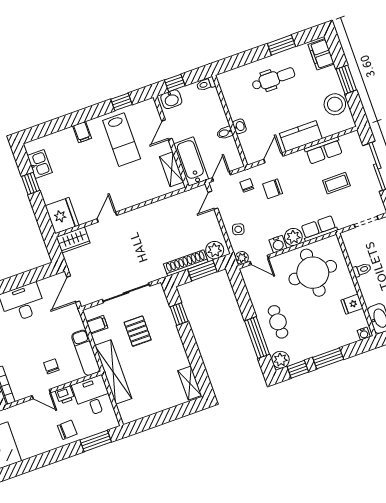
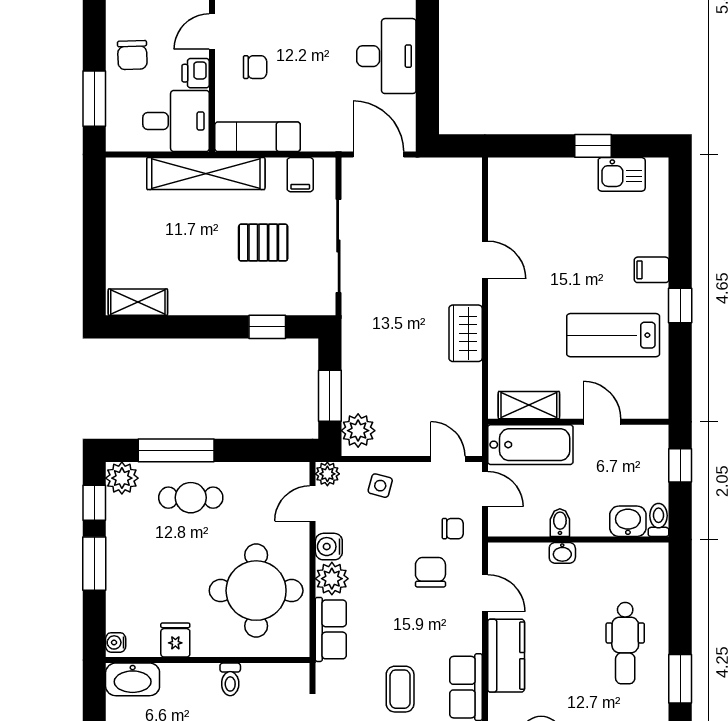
washbasin: (171, 99) -> (628, 521), moved, turned 90
window: (121, 102) -> (680, 306), moved
fridge: (62, 216) -> (516, 181), removed
wardrobe: (73, 240) -> (466, 333), moved
shoe rack: (186, 263) -> (354, 371), removed

